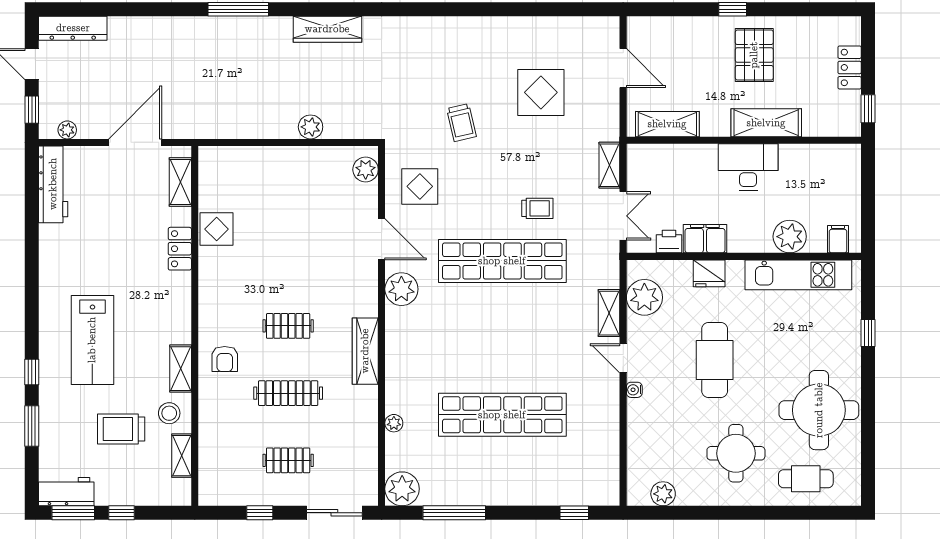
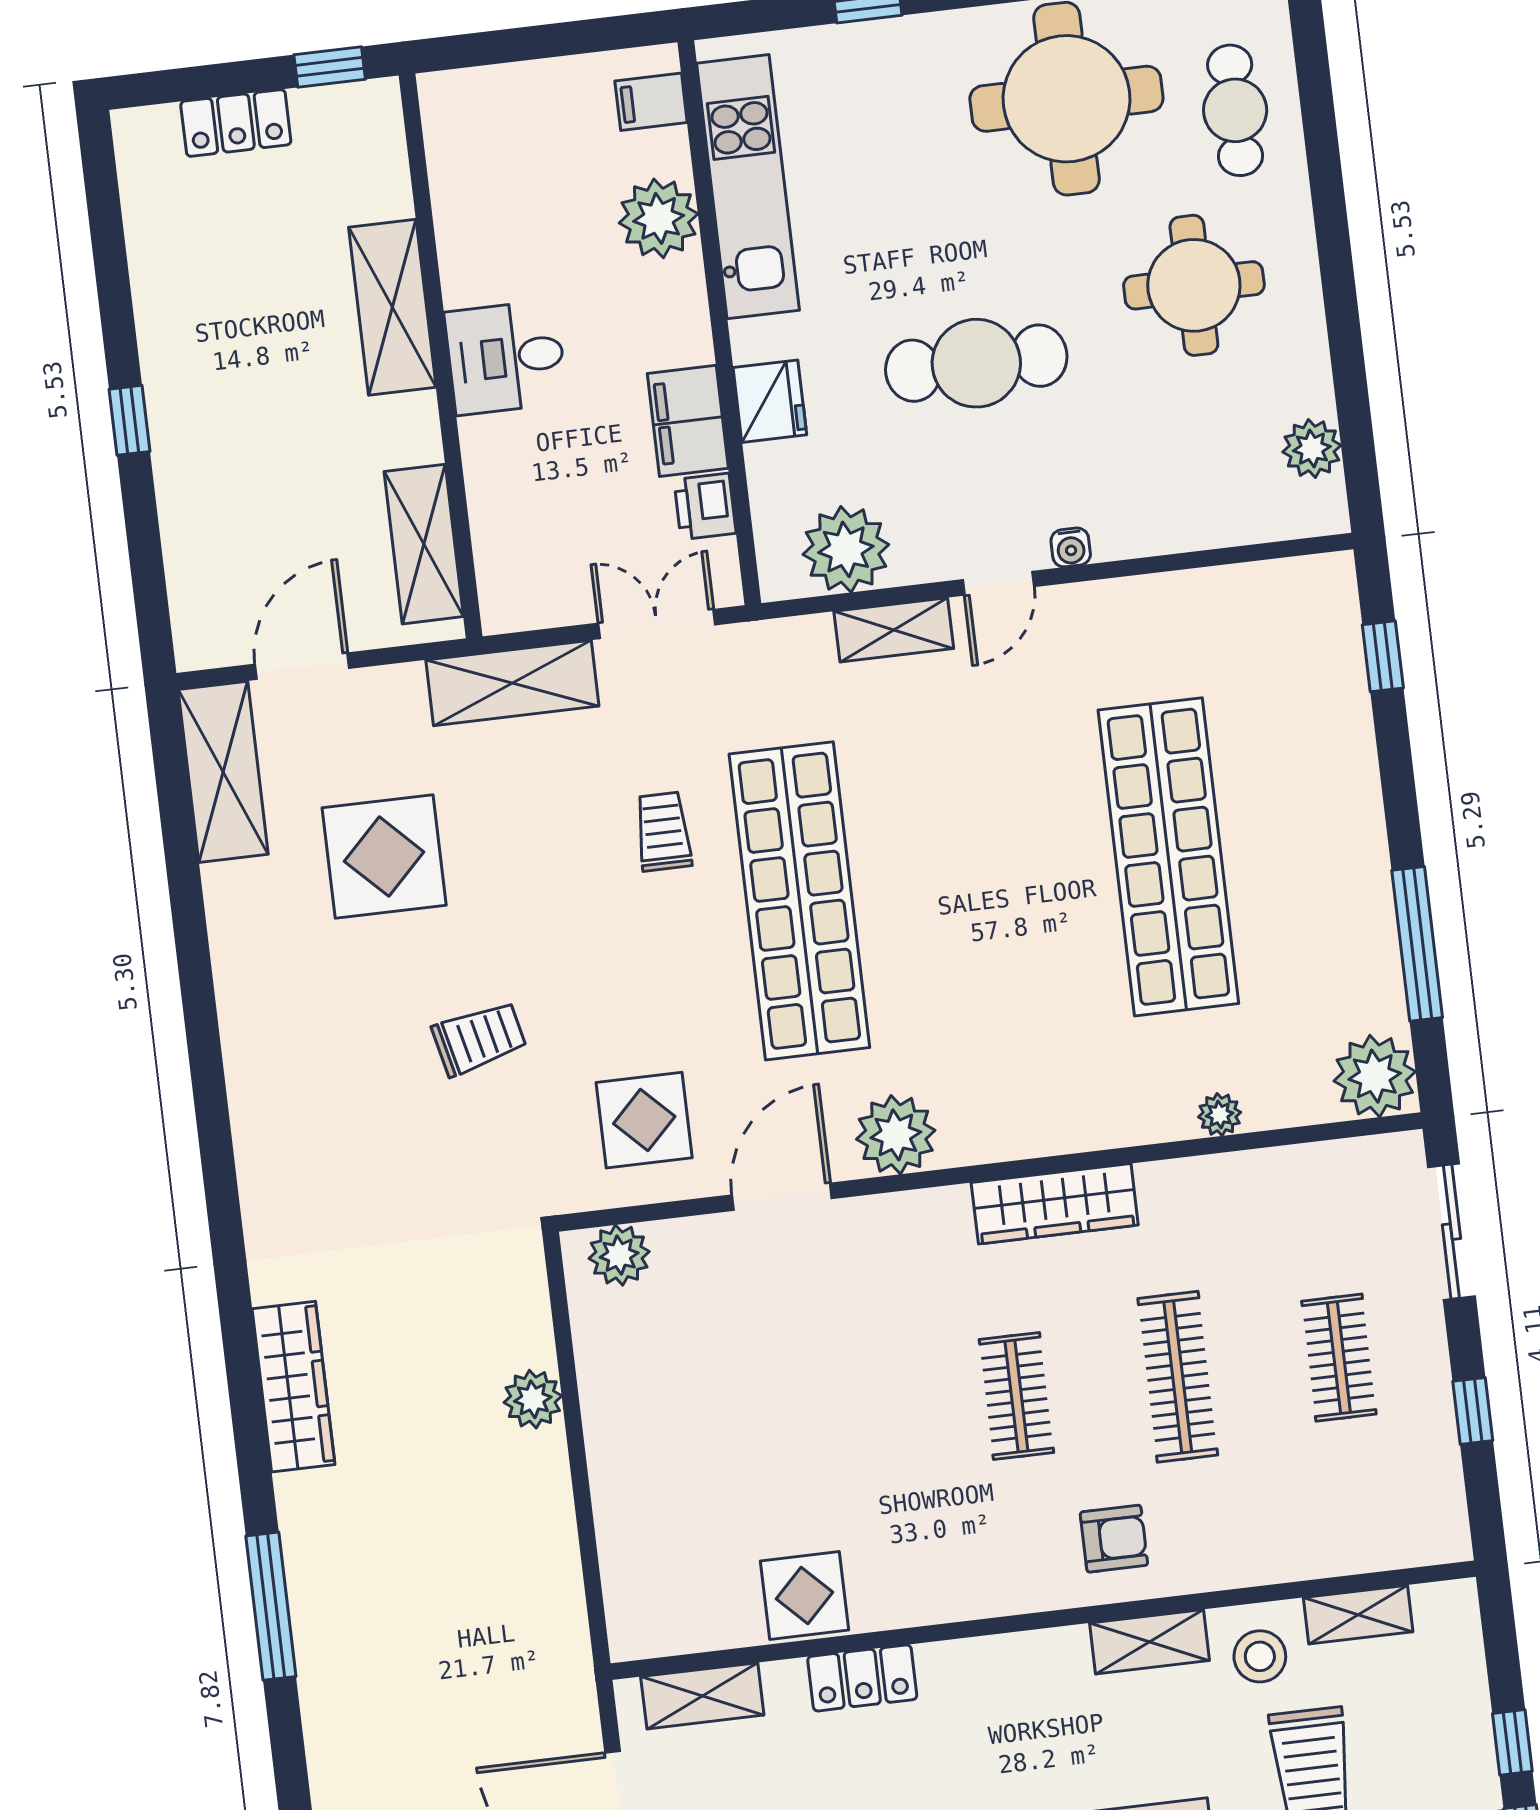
shelving: (584, 30) -> (223, 772), added
pallet: (754, 55) -> (233, 355), removed
shelving: (609, 165) -> (512, 683), width x1.50, depth x1.33
desk: (748, 167) -> (506, 358), width x0.73

